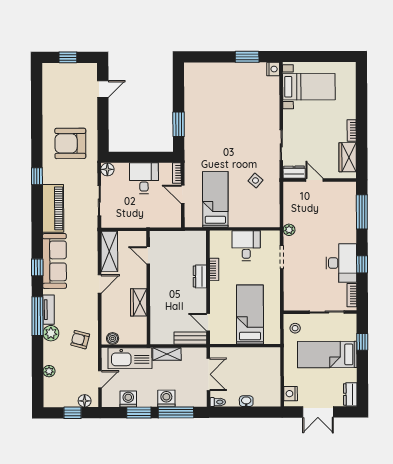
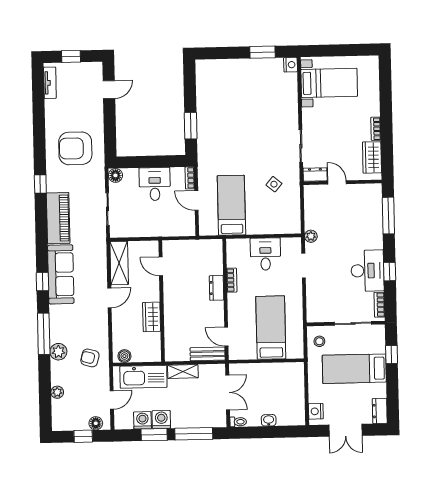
tv unit: (49, 310) -> (50, 83), moved
washing machine: (166, 398) -> (161, 420), moved

